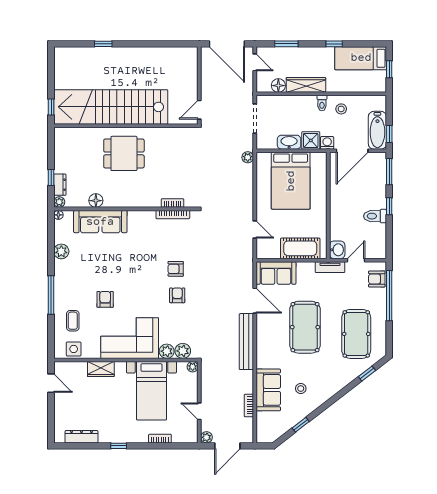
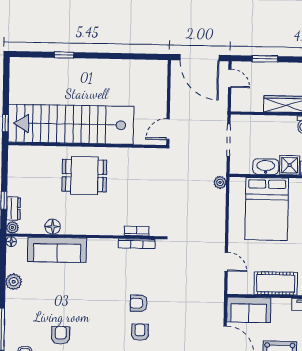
floor lamp: (278, 86) -> (255, 104), removed

